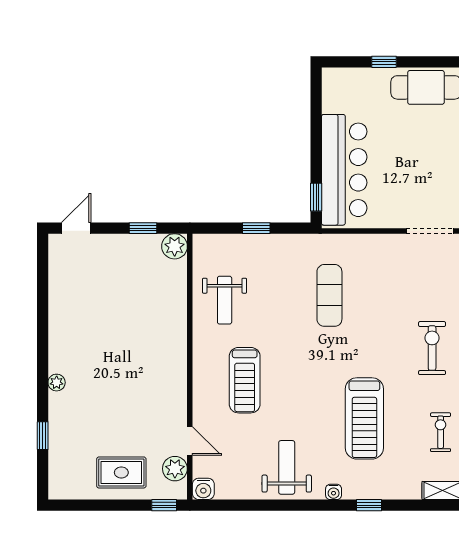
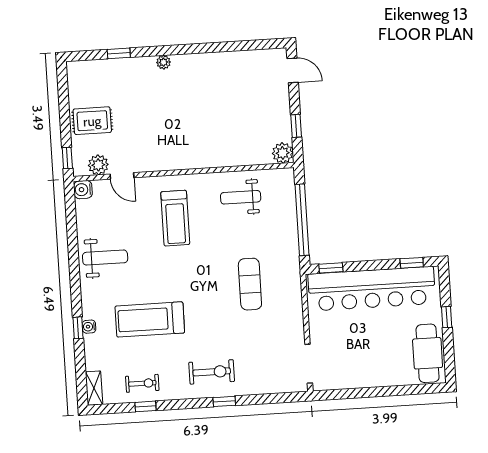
window: (316, 100) -> (412, 263), added
bar counter: (344, 170) -> (372, 289), width x1.36
window: (256, 228) -> (302, 220), width x3.17
exercise mat: (329, 295) -> (250, 284), turned 90
treadmill: (245, 380) -> (175, 218), turned -90
door: (190, 441) -> (122, 176), hinge flipped
rug: (121, 472) -> (92, 121), turned 90
water cooler: (334, 492) -> (89, 327), moved

